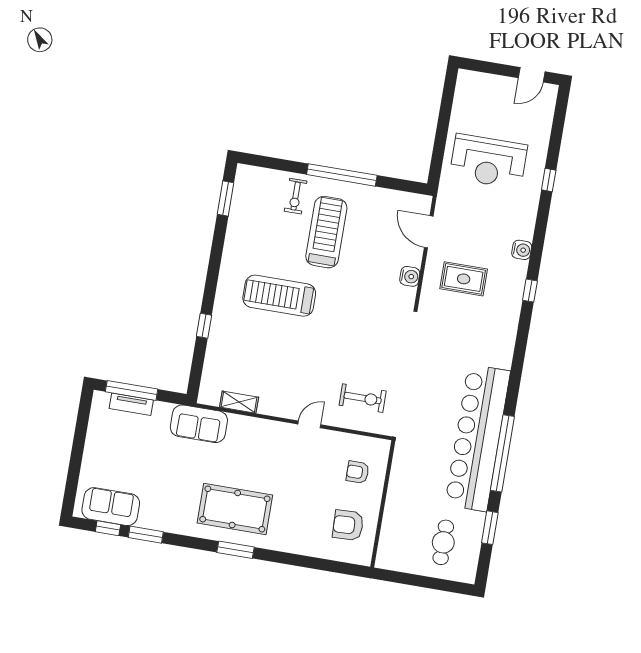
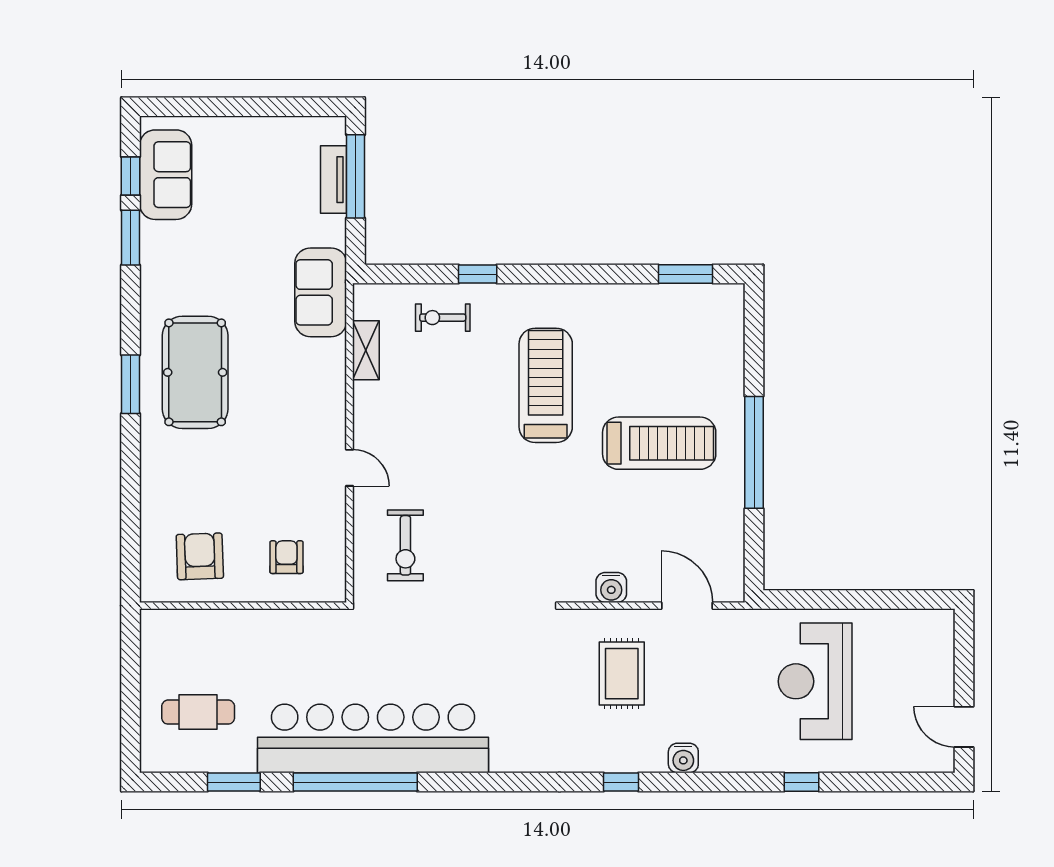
exercise bike: (296, 196) -> (443, 318), moved
door: (429, 232) -> (687, 606), hinge flipped

